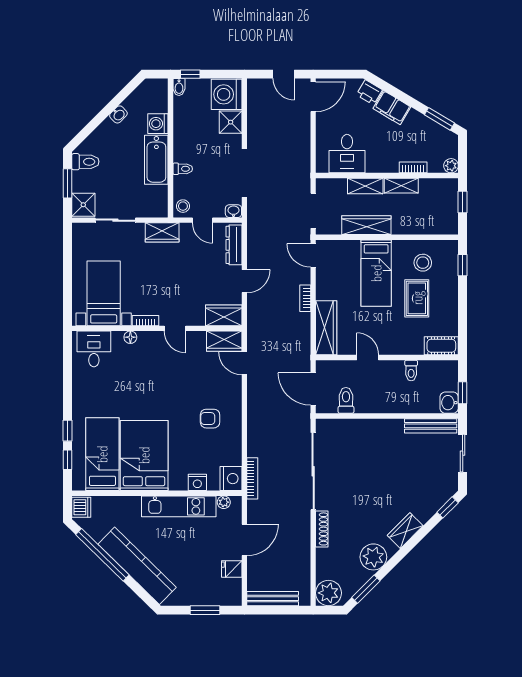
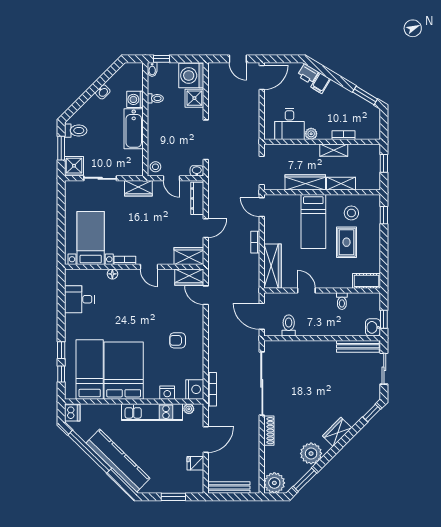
filing cabinet: (392, 108) -> (321, 83), width x0.50
plant: (451, 166) -> (311, 134), moved
toilet: (183, 169) -> (155, 98), moved
shelving: (365, 186) -> (341, 184), moved
desk: (94, 349) -> (79, 299), moved, turned -90

